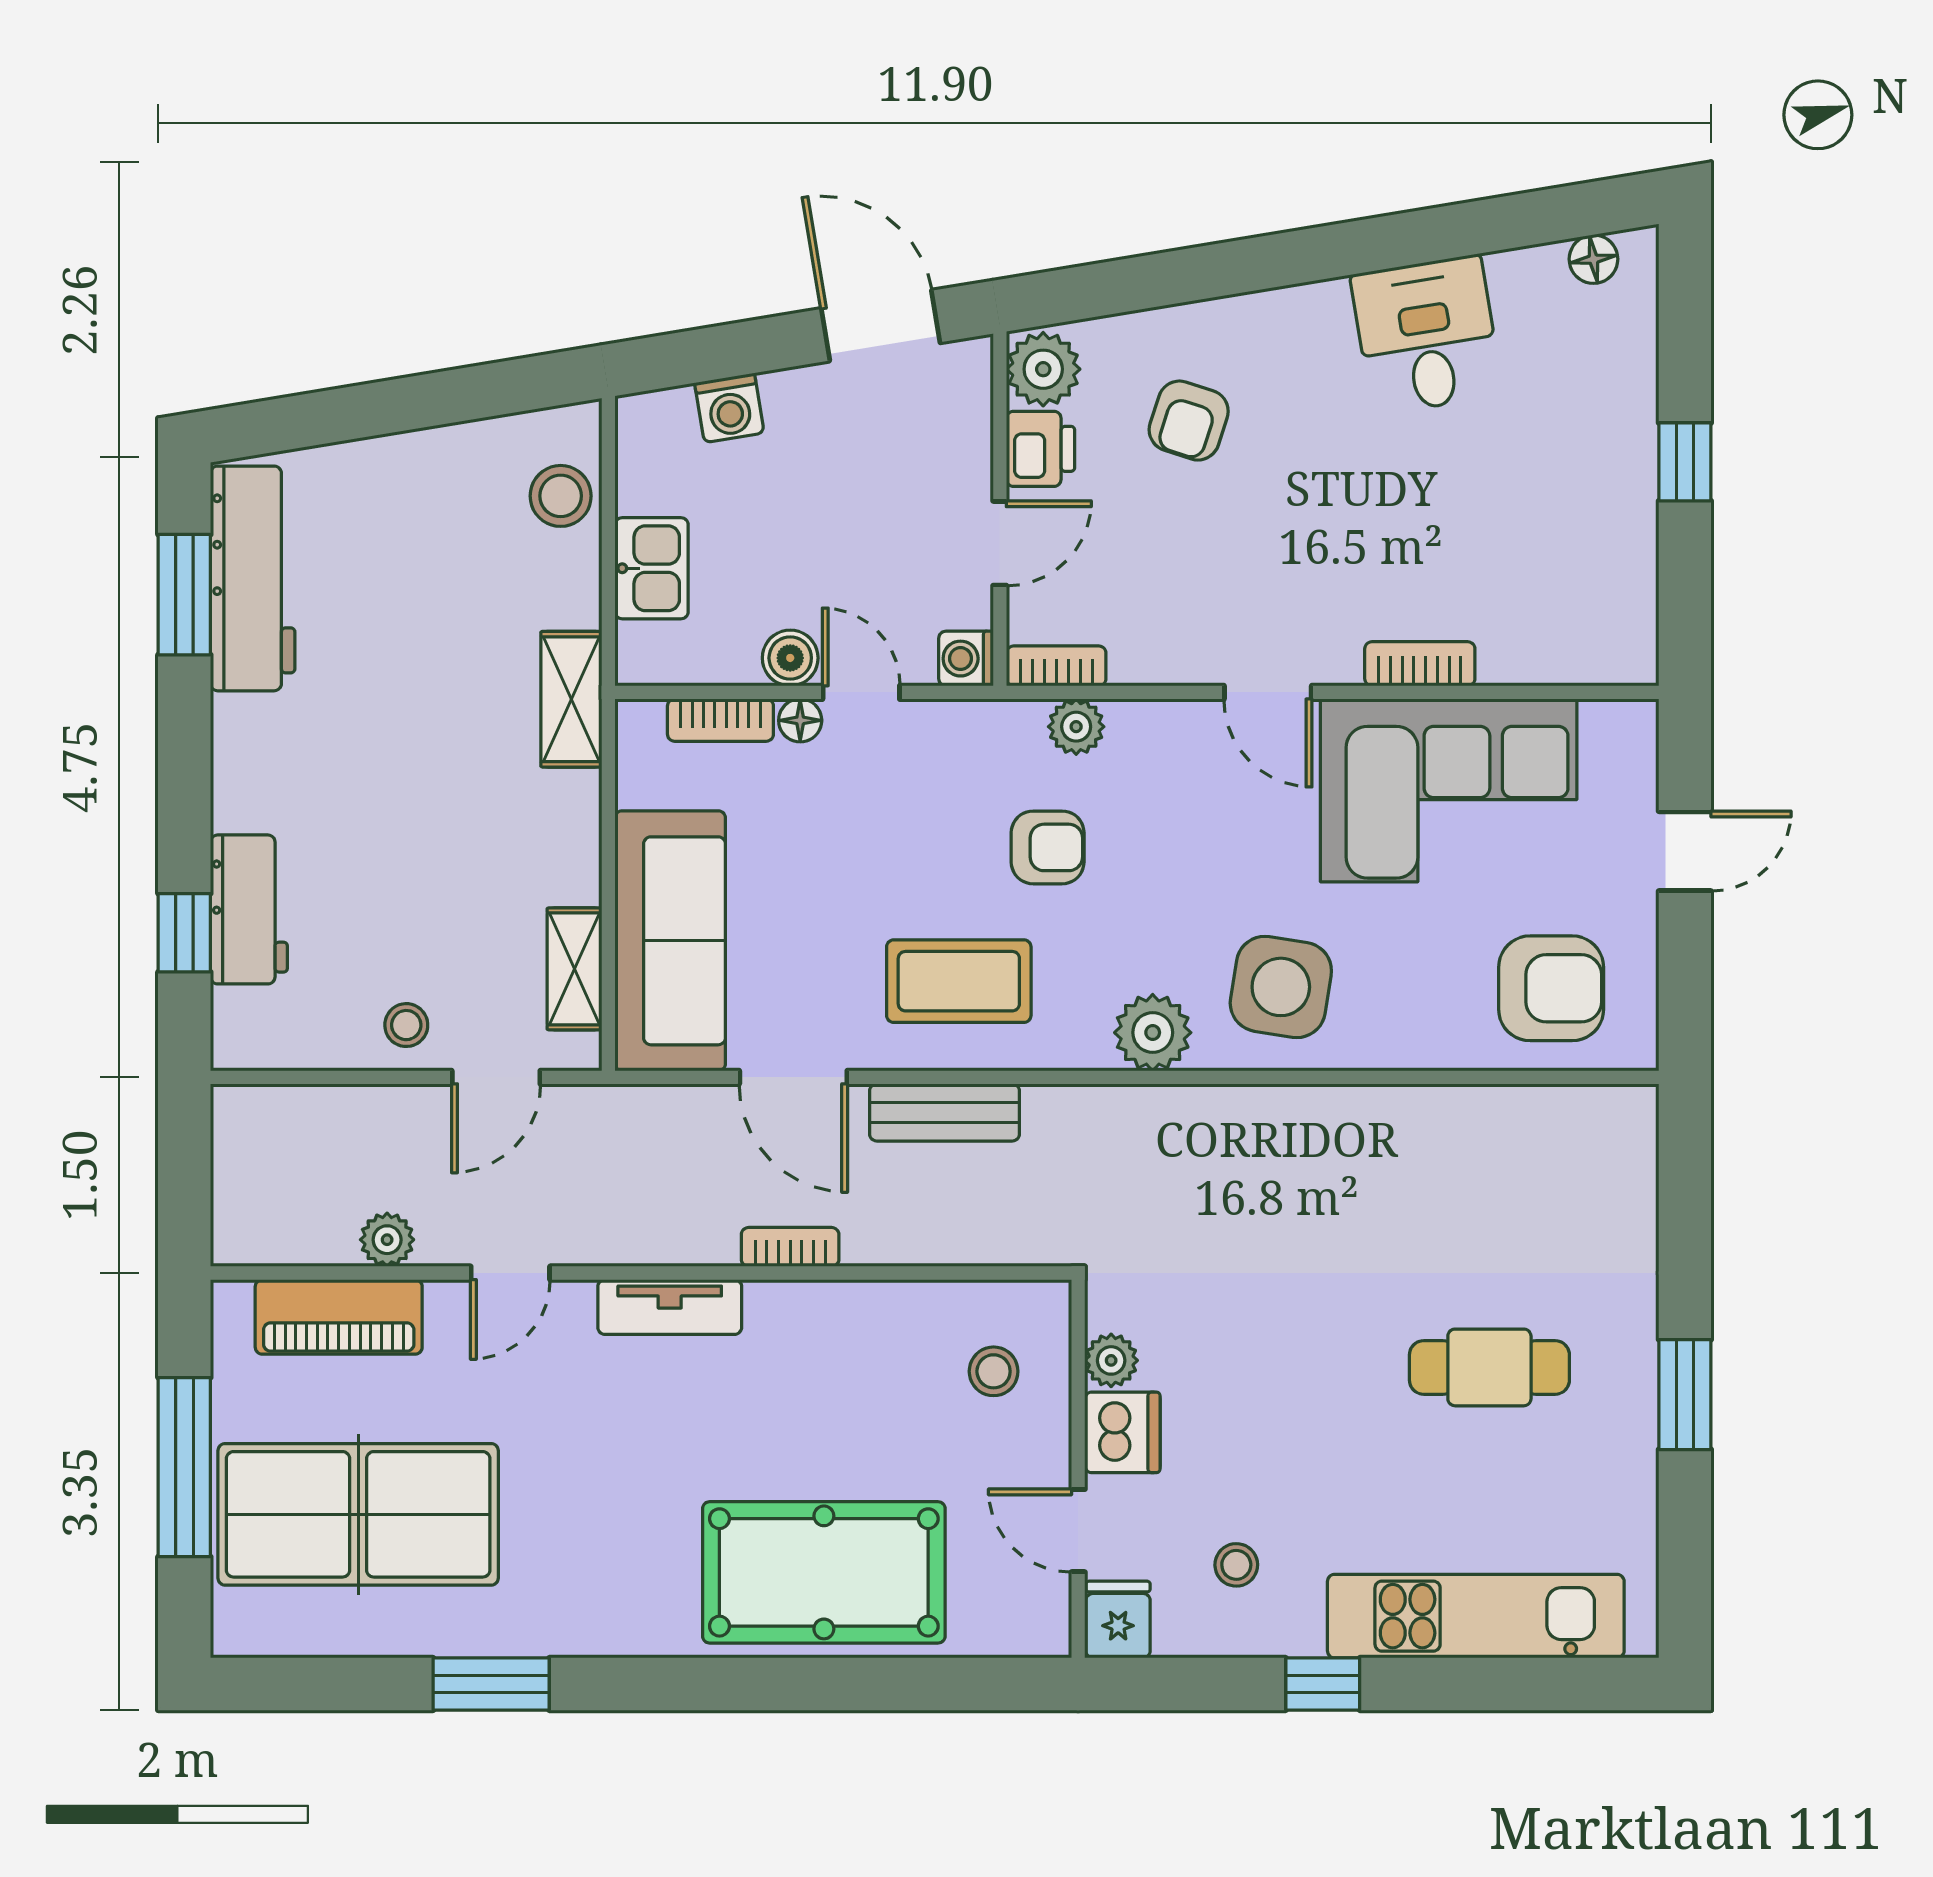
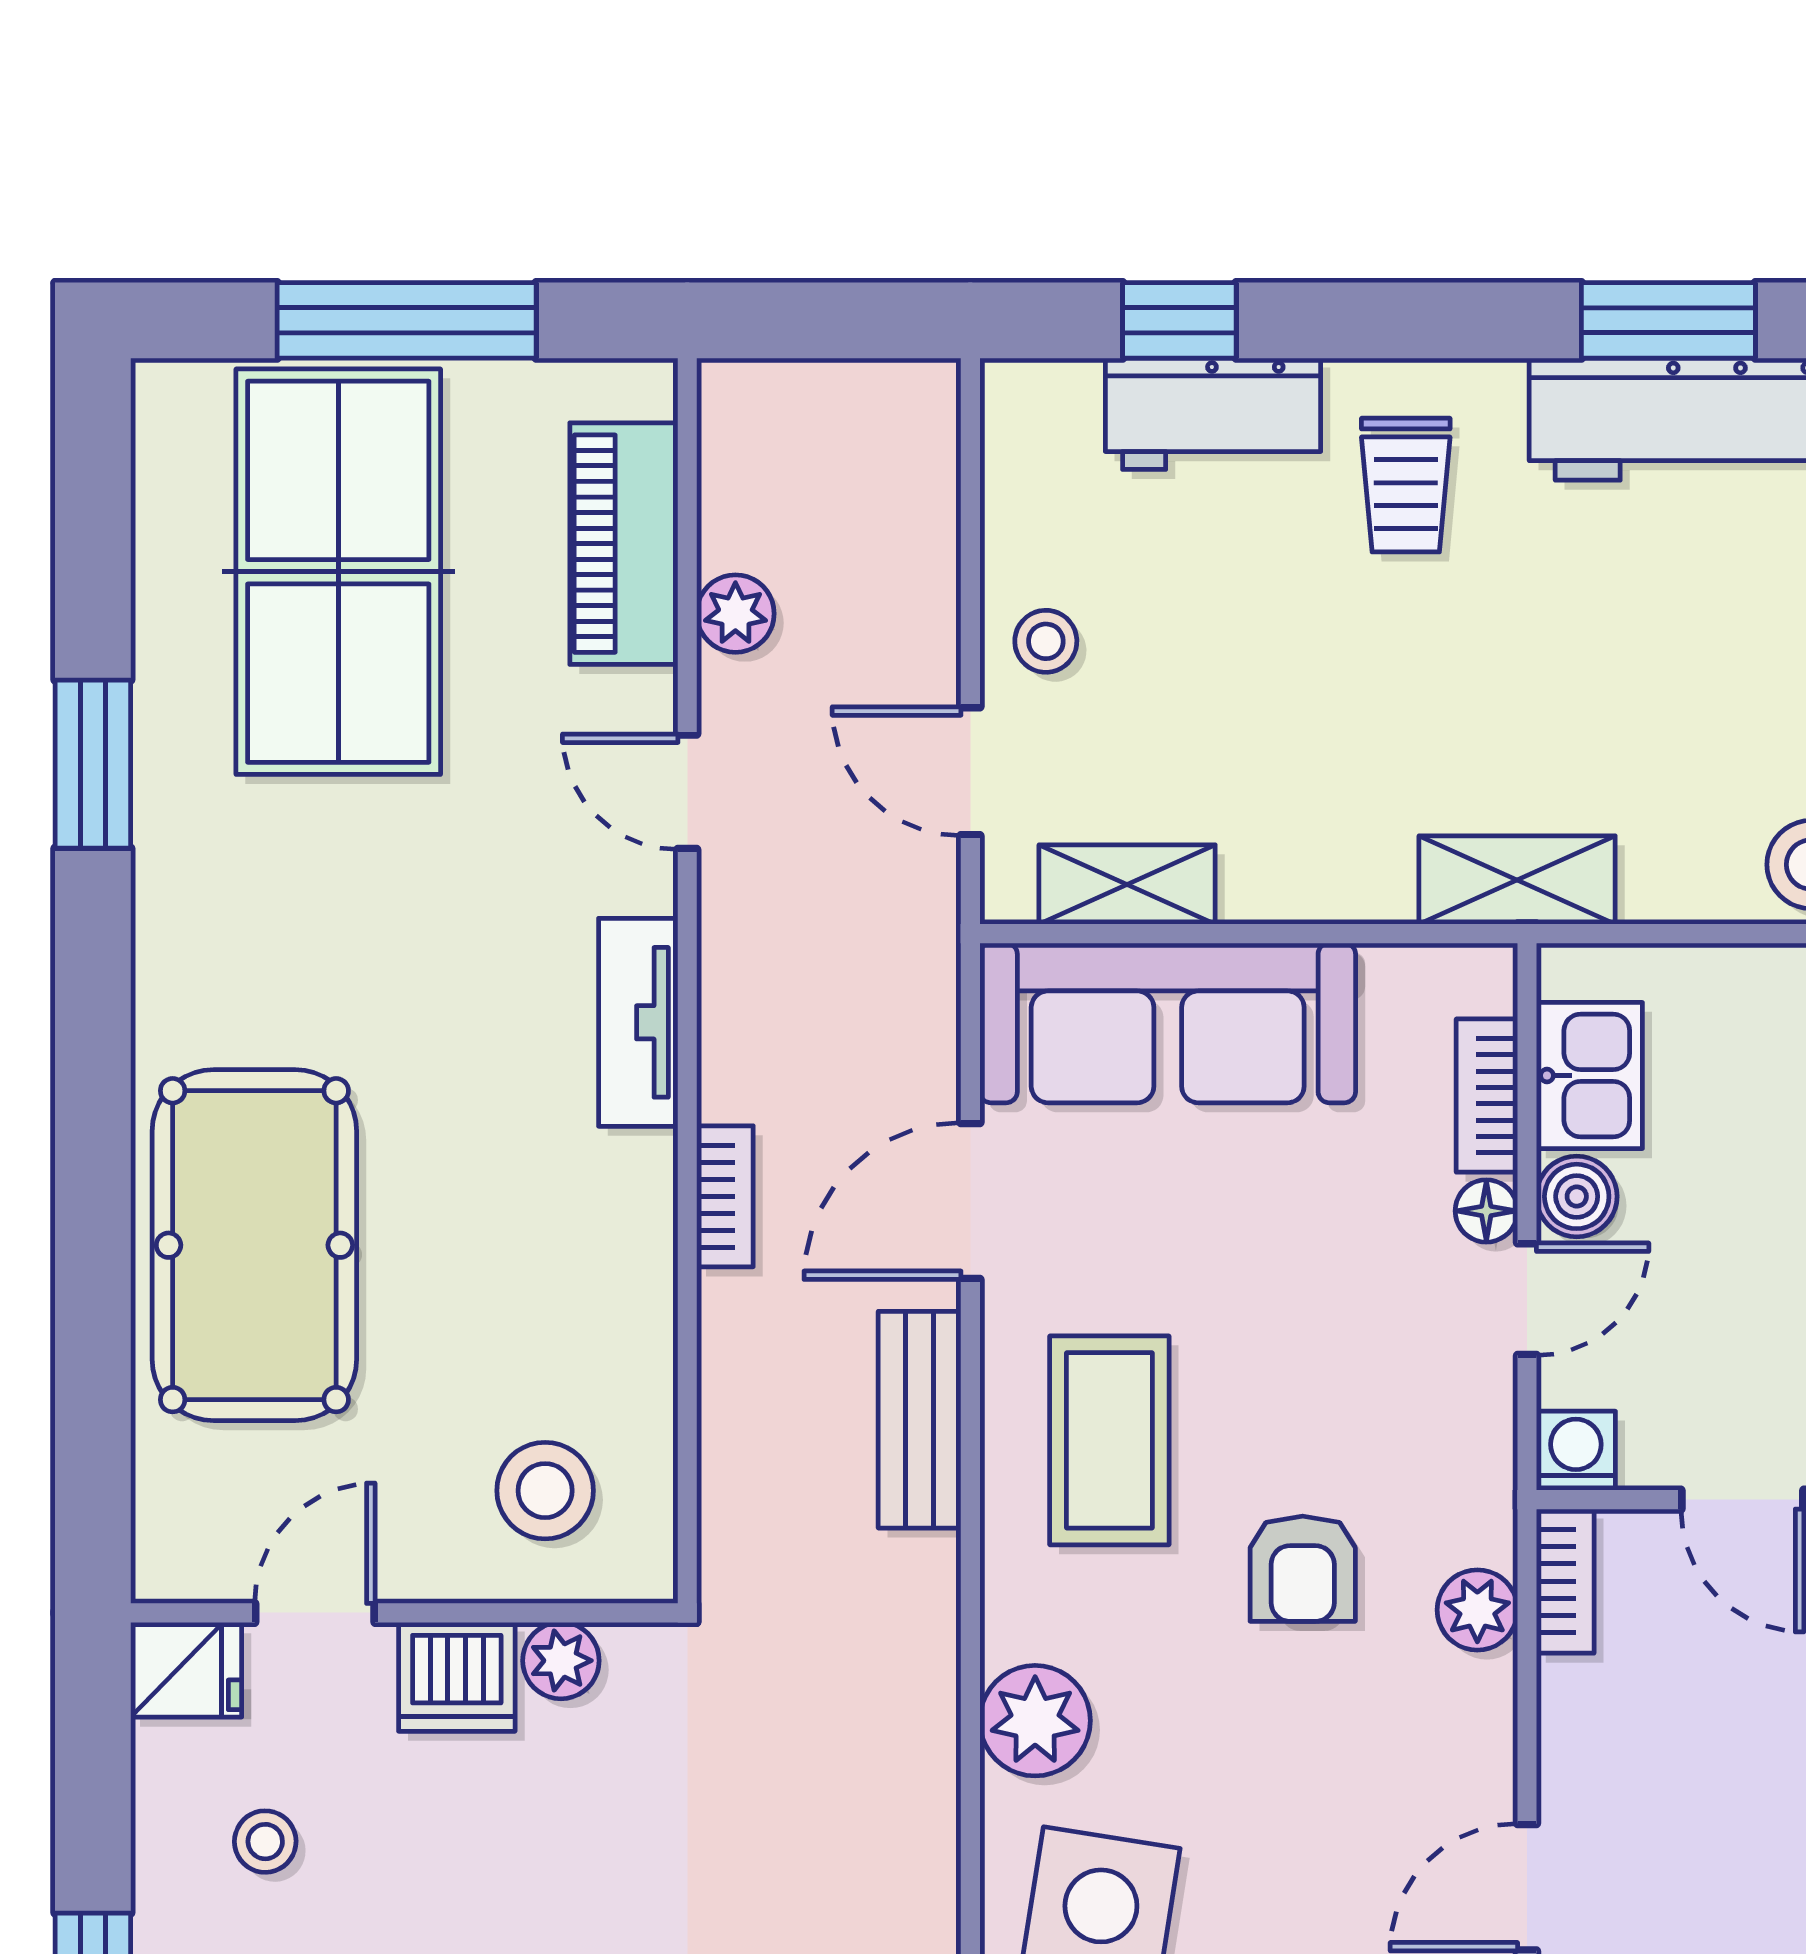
kitchen sink: (652, 568) -> (1589, 1076), moved, turned -90
trolley: (298, 776) -> (1406, 485), added
stool: (994, 1371) -> (545, 1491), width x1.37, depth x1.37

